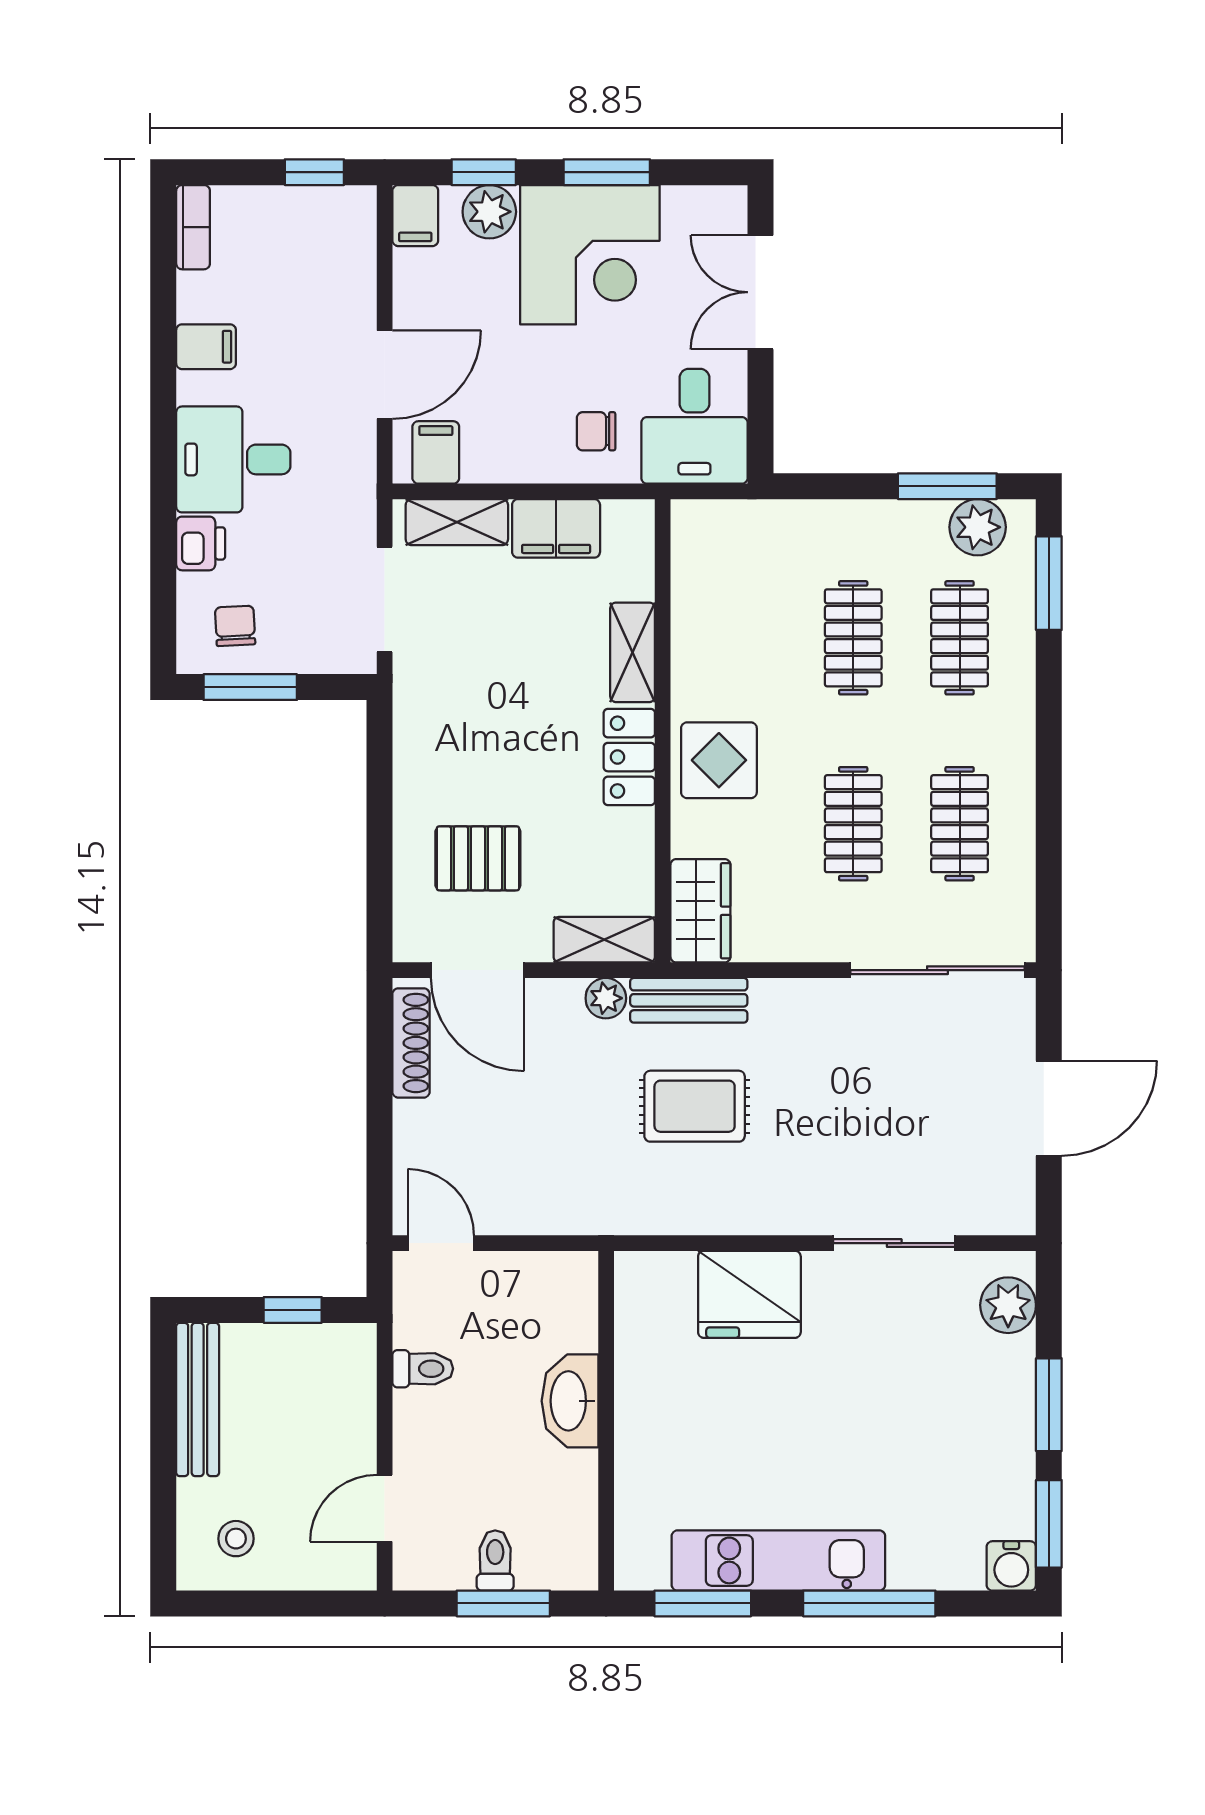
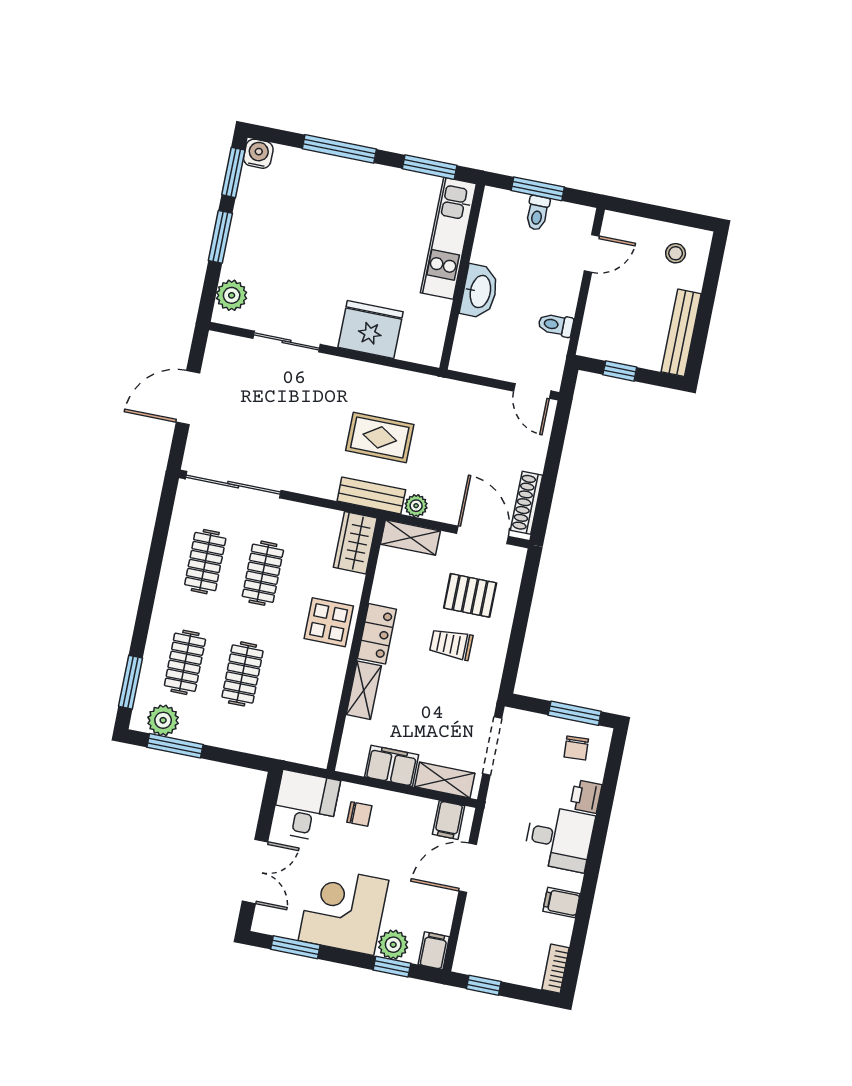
window: (607, 172) -> (295, 947), moved
trolley: (494, 765) -> (451, 644), added
kitchen unit: (778, 1560) -> (448, 238), moved, turned 90

